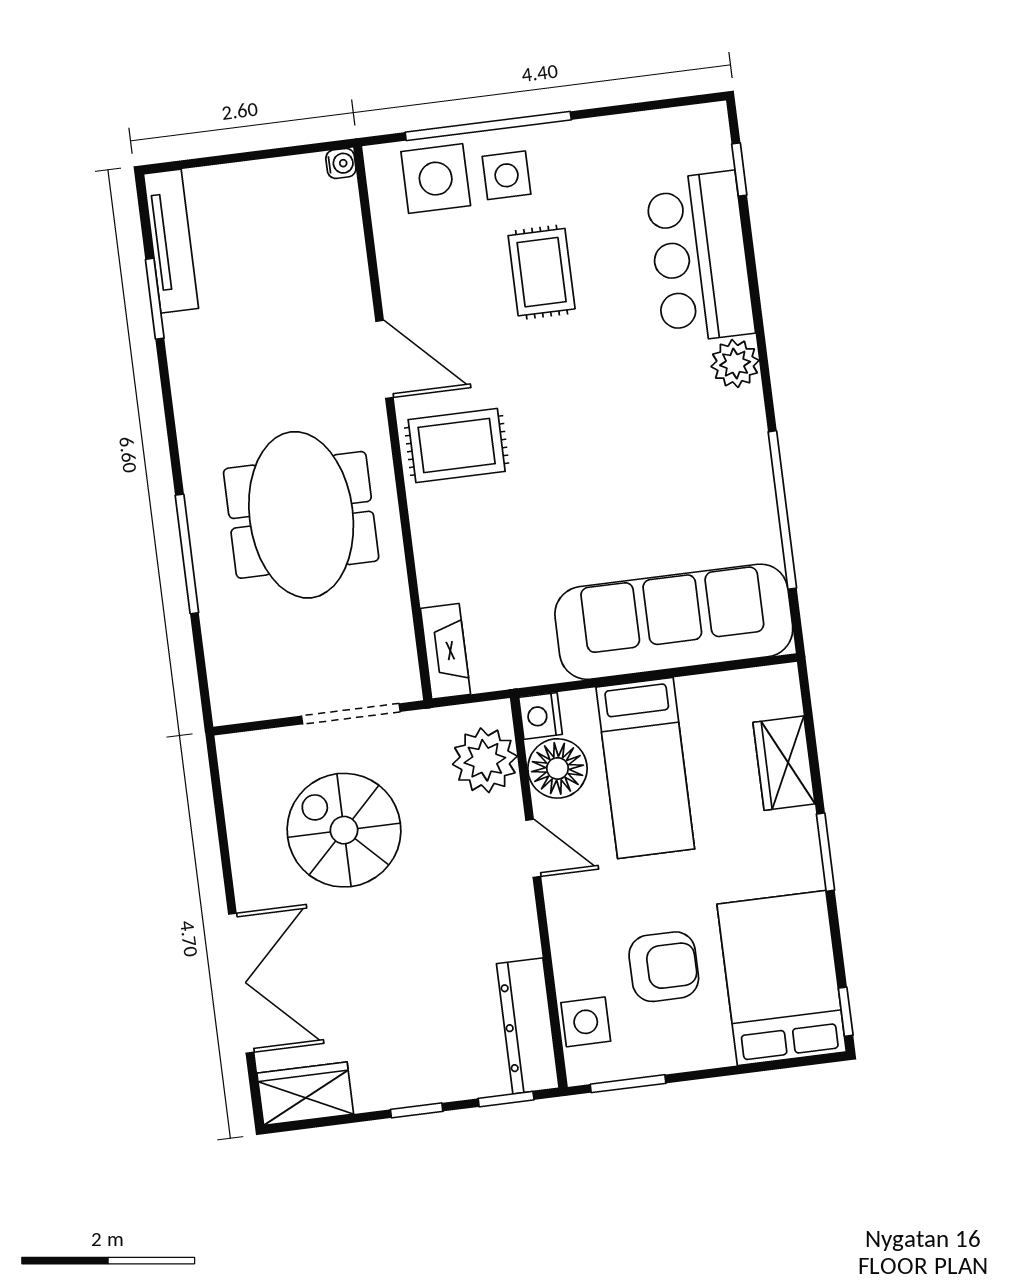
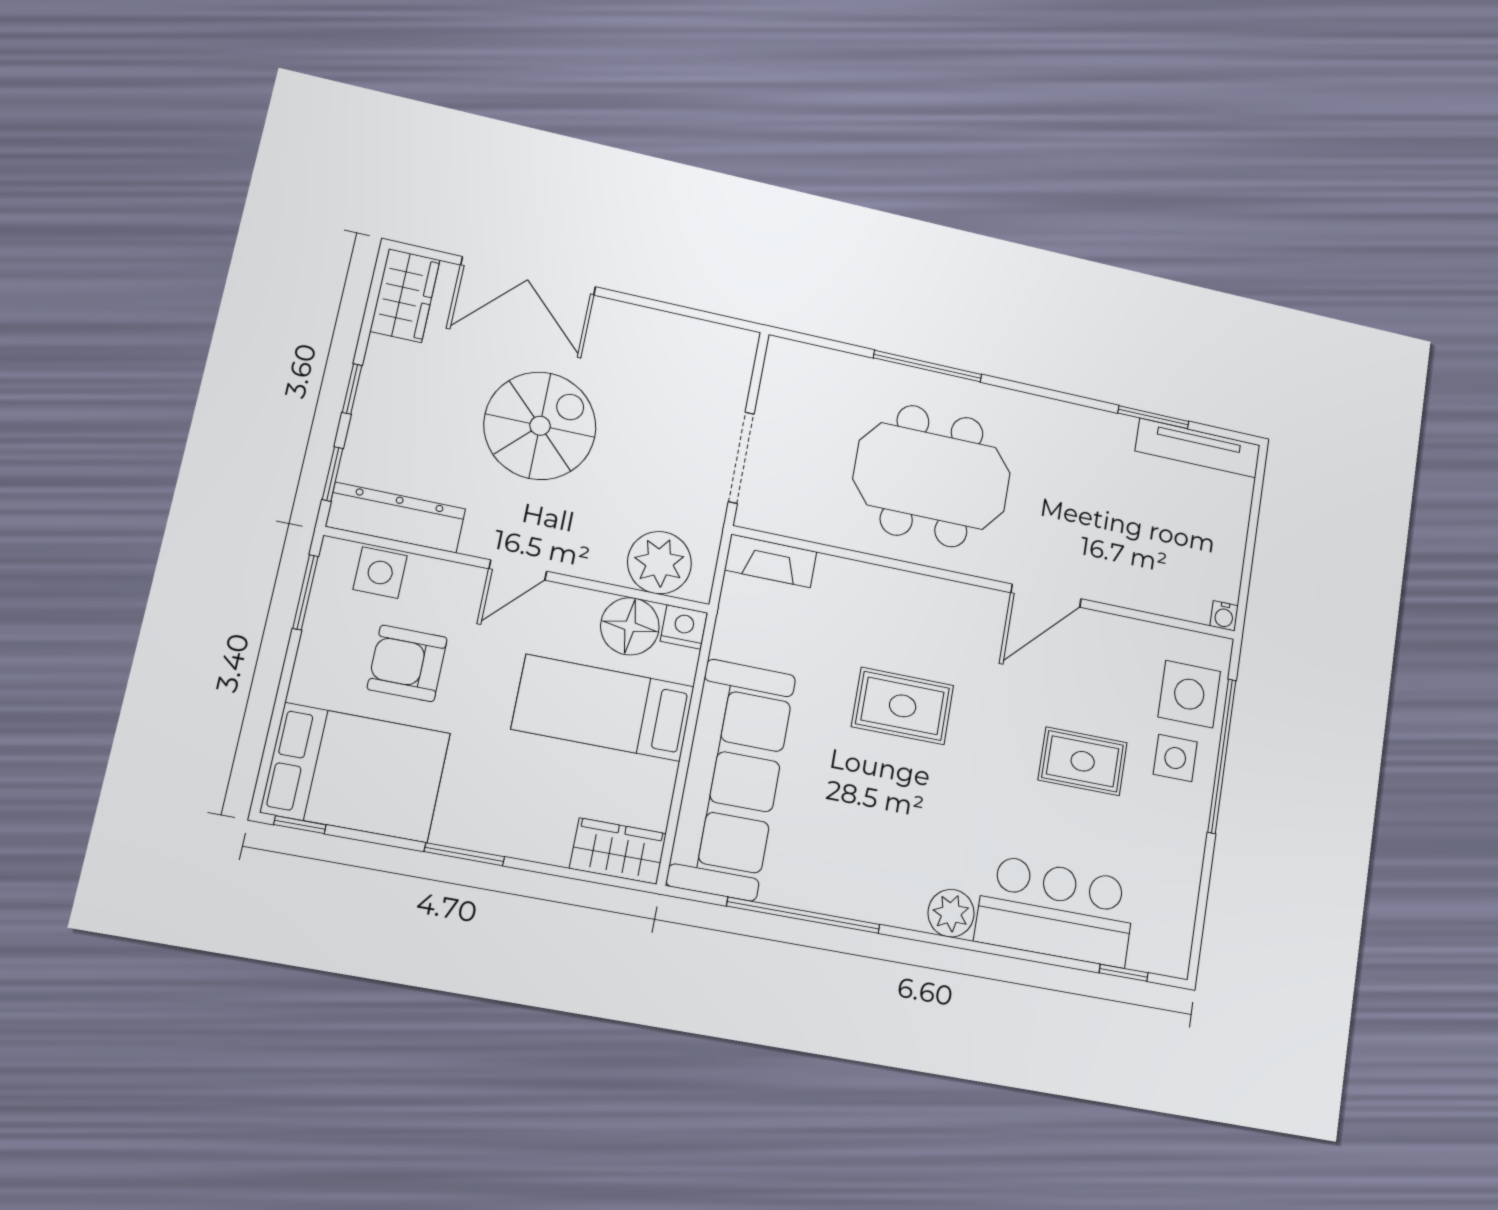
rug: (457, 446) -> (903, 706), moved, turned 90
wardrobe: (784, 763) -> (618, 851), moved
spiral stairs: (344, 830) -> (540, 426), moved
door: (533, 848) -> (518, 570), moved
armchair: (664, 967) -> (407, 663), turned 90

